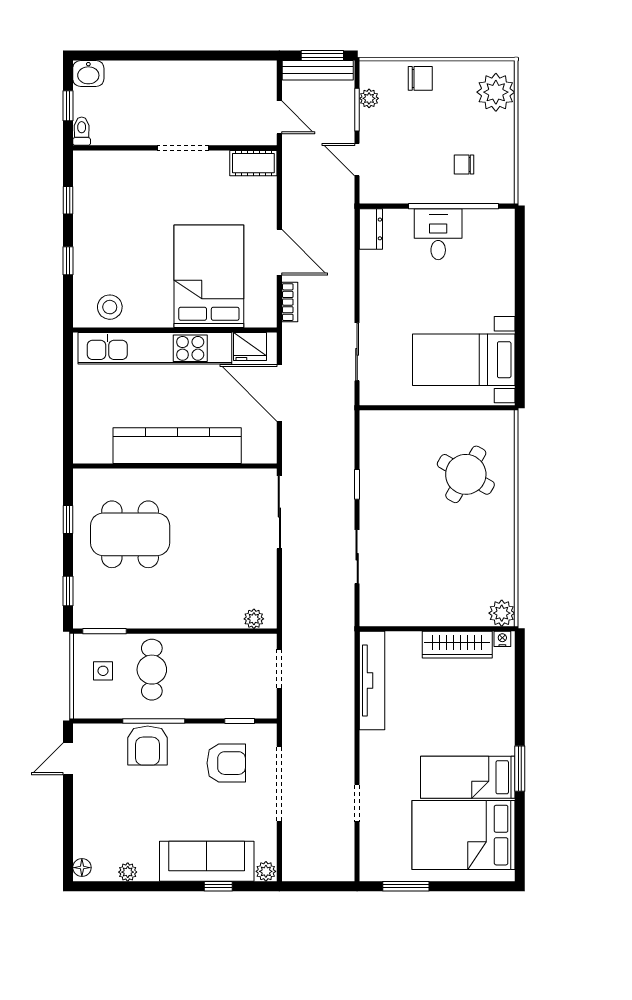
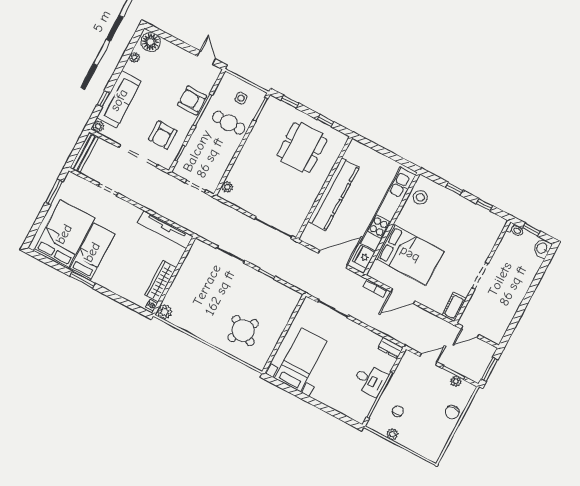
bench: (318, 70) -> (84, 153), moved
plant: (496, 92) -> (392, 434), moved, width x0.53, depth x0.53
floor lamp: (82, 868) -> (151, 42), width x1.89, depth x1.89

